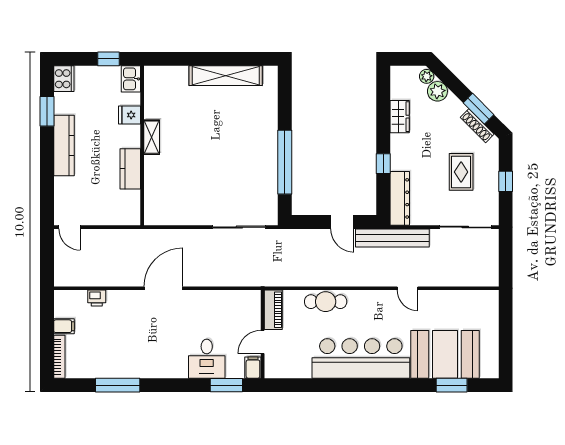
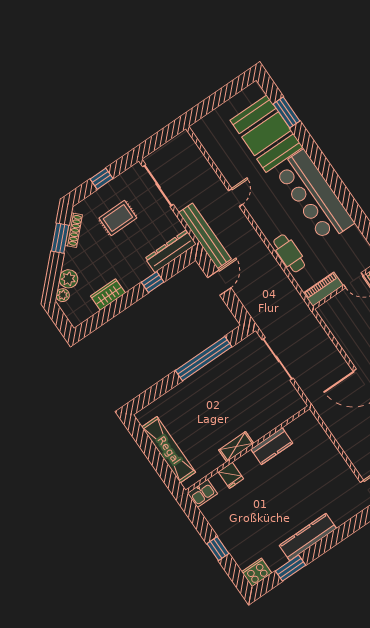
kitchen sink: (131, 79) -> (202, 493), moved
fridge: (129, 115) -> (231, 475), moved
shelving: (152, 137) -> (236, 447), moved
wall: (142, 146) -> (248, 449), moved
kitchen counter: (130, 169) -> (272, 446), moved

